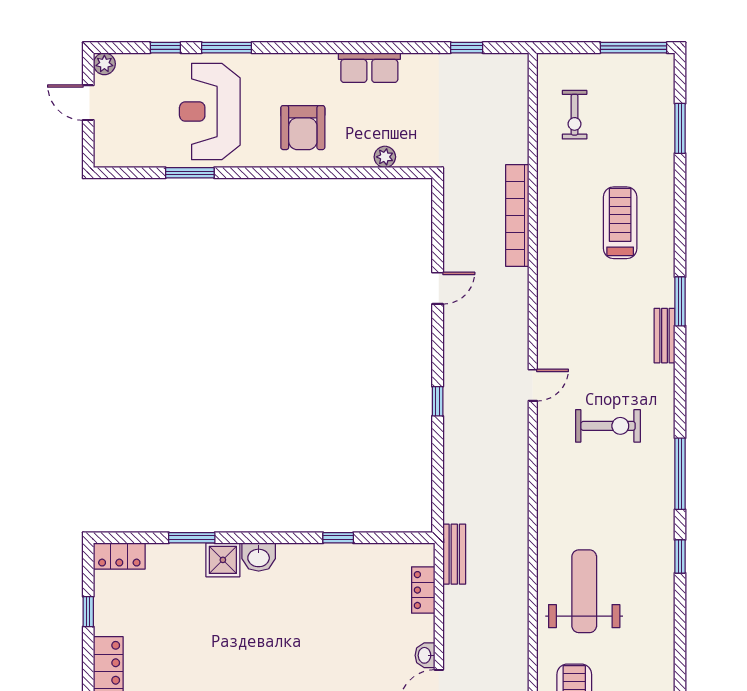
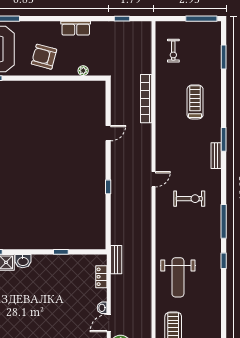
armchair: (303, 128) -> (44, 57), turned 105
weight bench: (584, 591) -> (178, 277), turned 180

